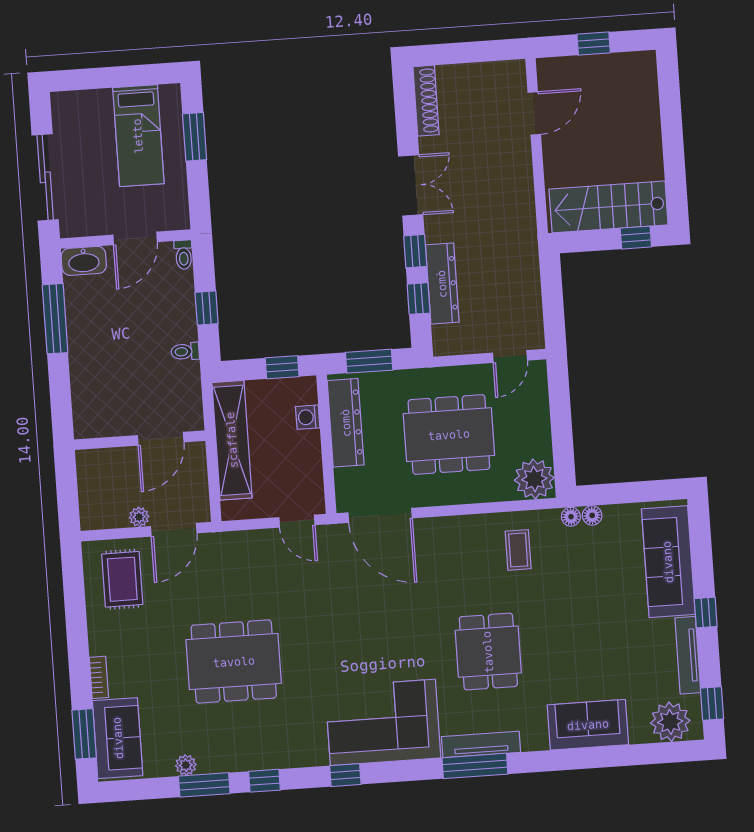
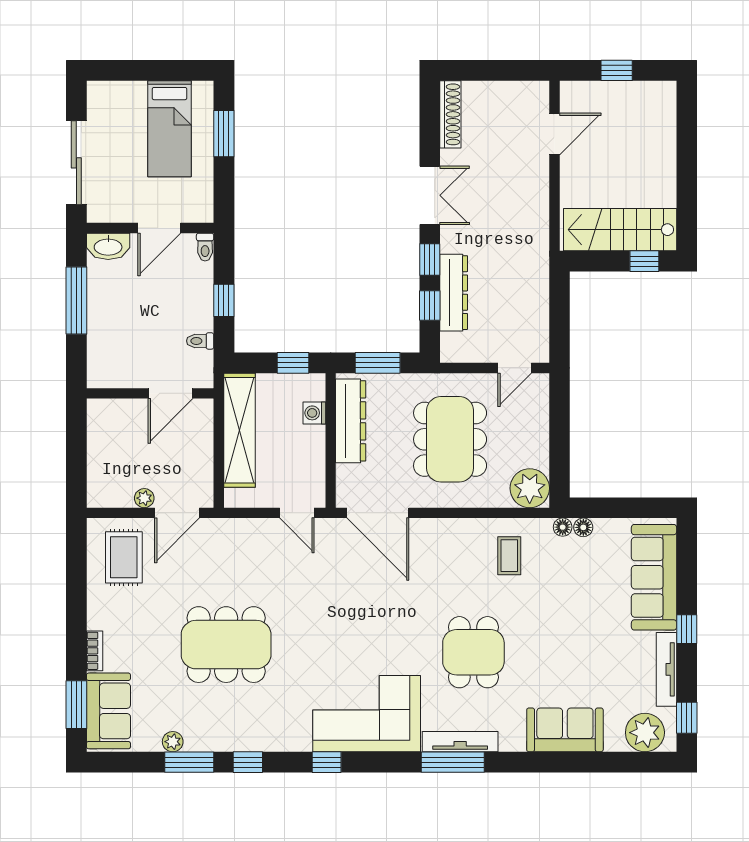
dining table: (449, 435) -> (450, 439), turned 90
door: (161, 439) -> (171, 393), moved
wall: (140, 440) -> (150, 393), moved

